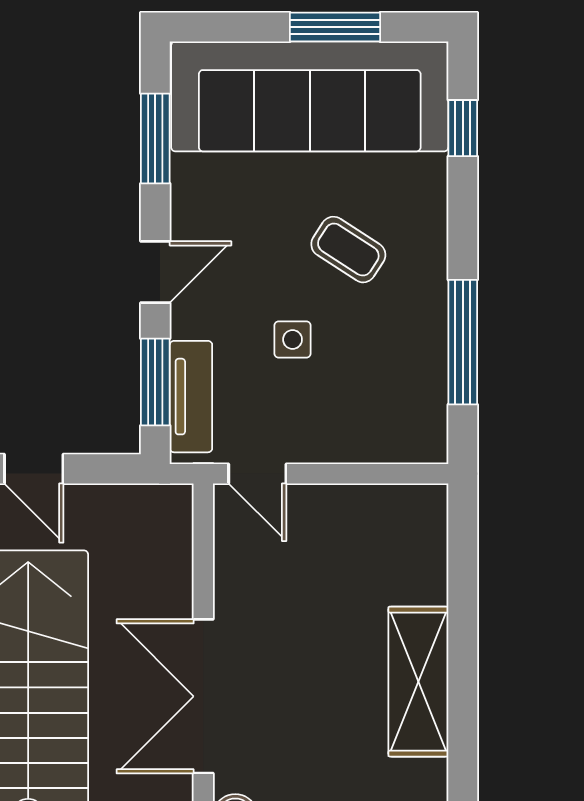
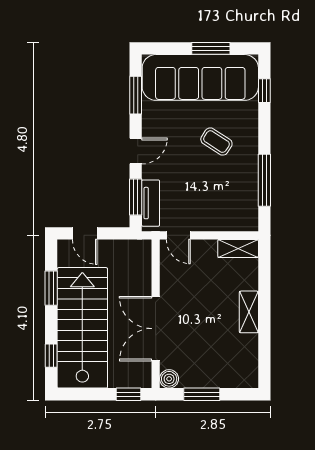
side table: (293, 340) -> (193, 179), removed
shelving: (400, 505) -> (238, 248), added
shelving: (418, 682) -> (249, 312), width x0.67, depth x0.75

